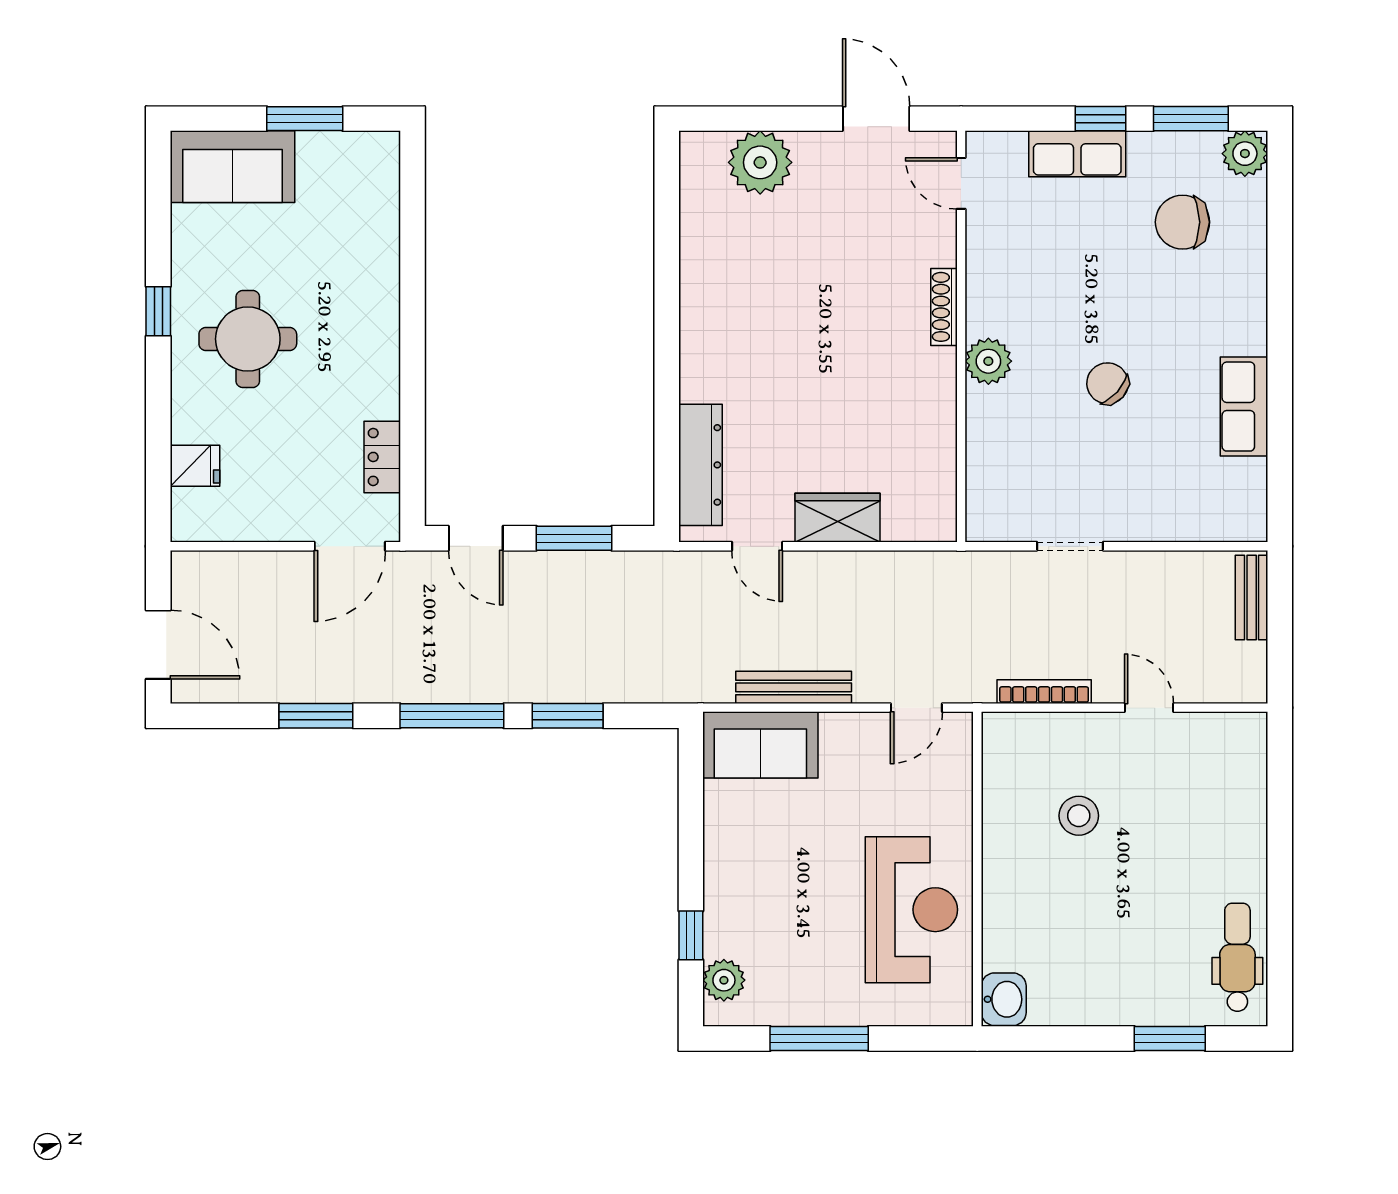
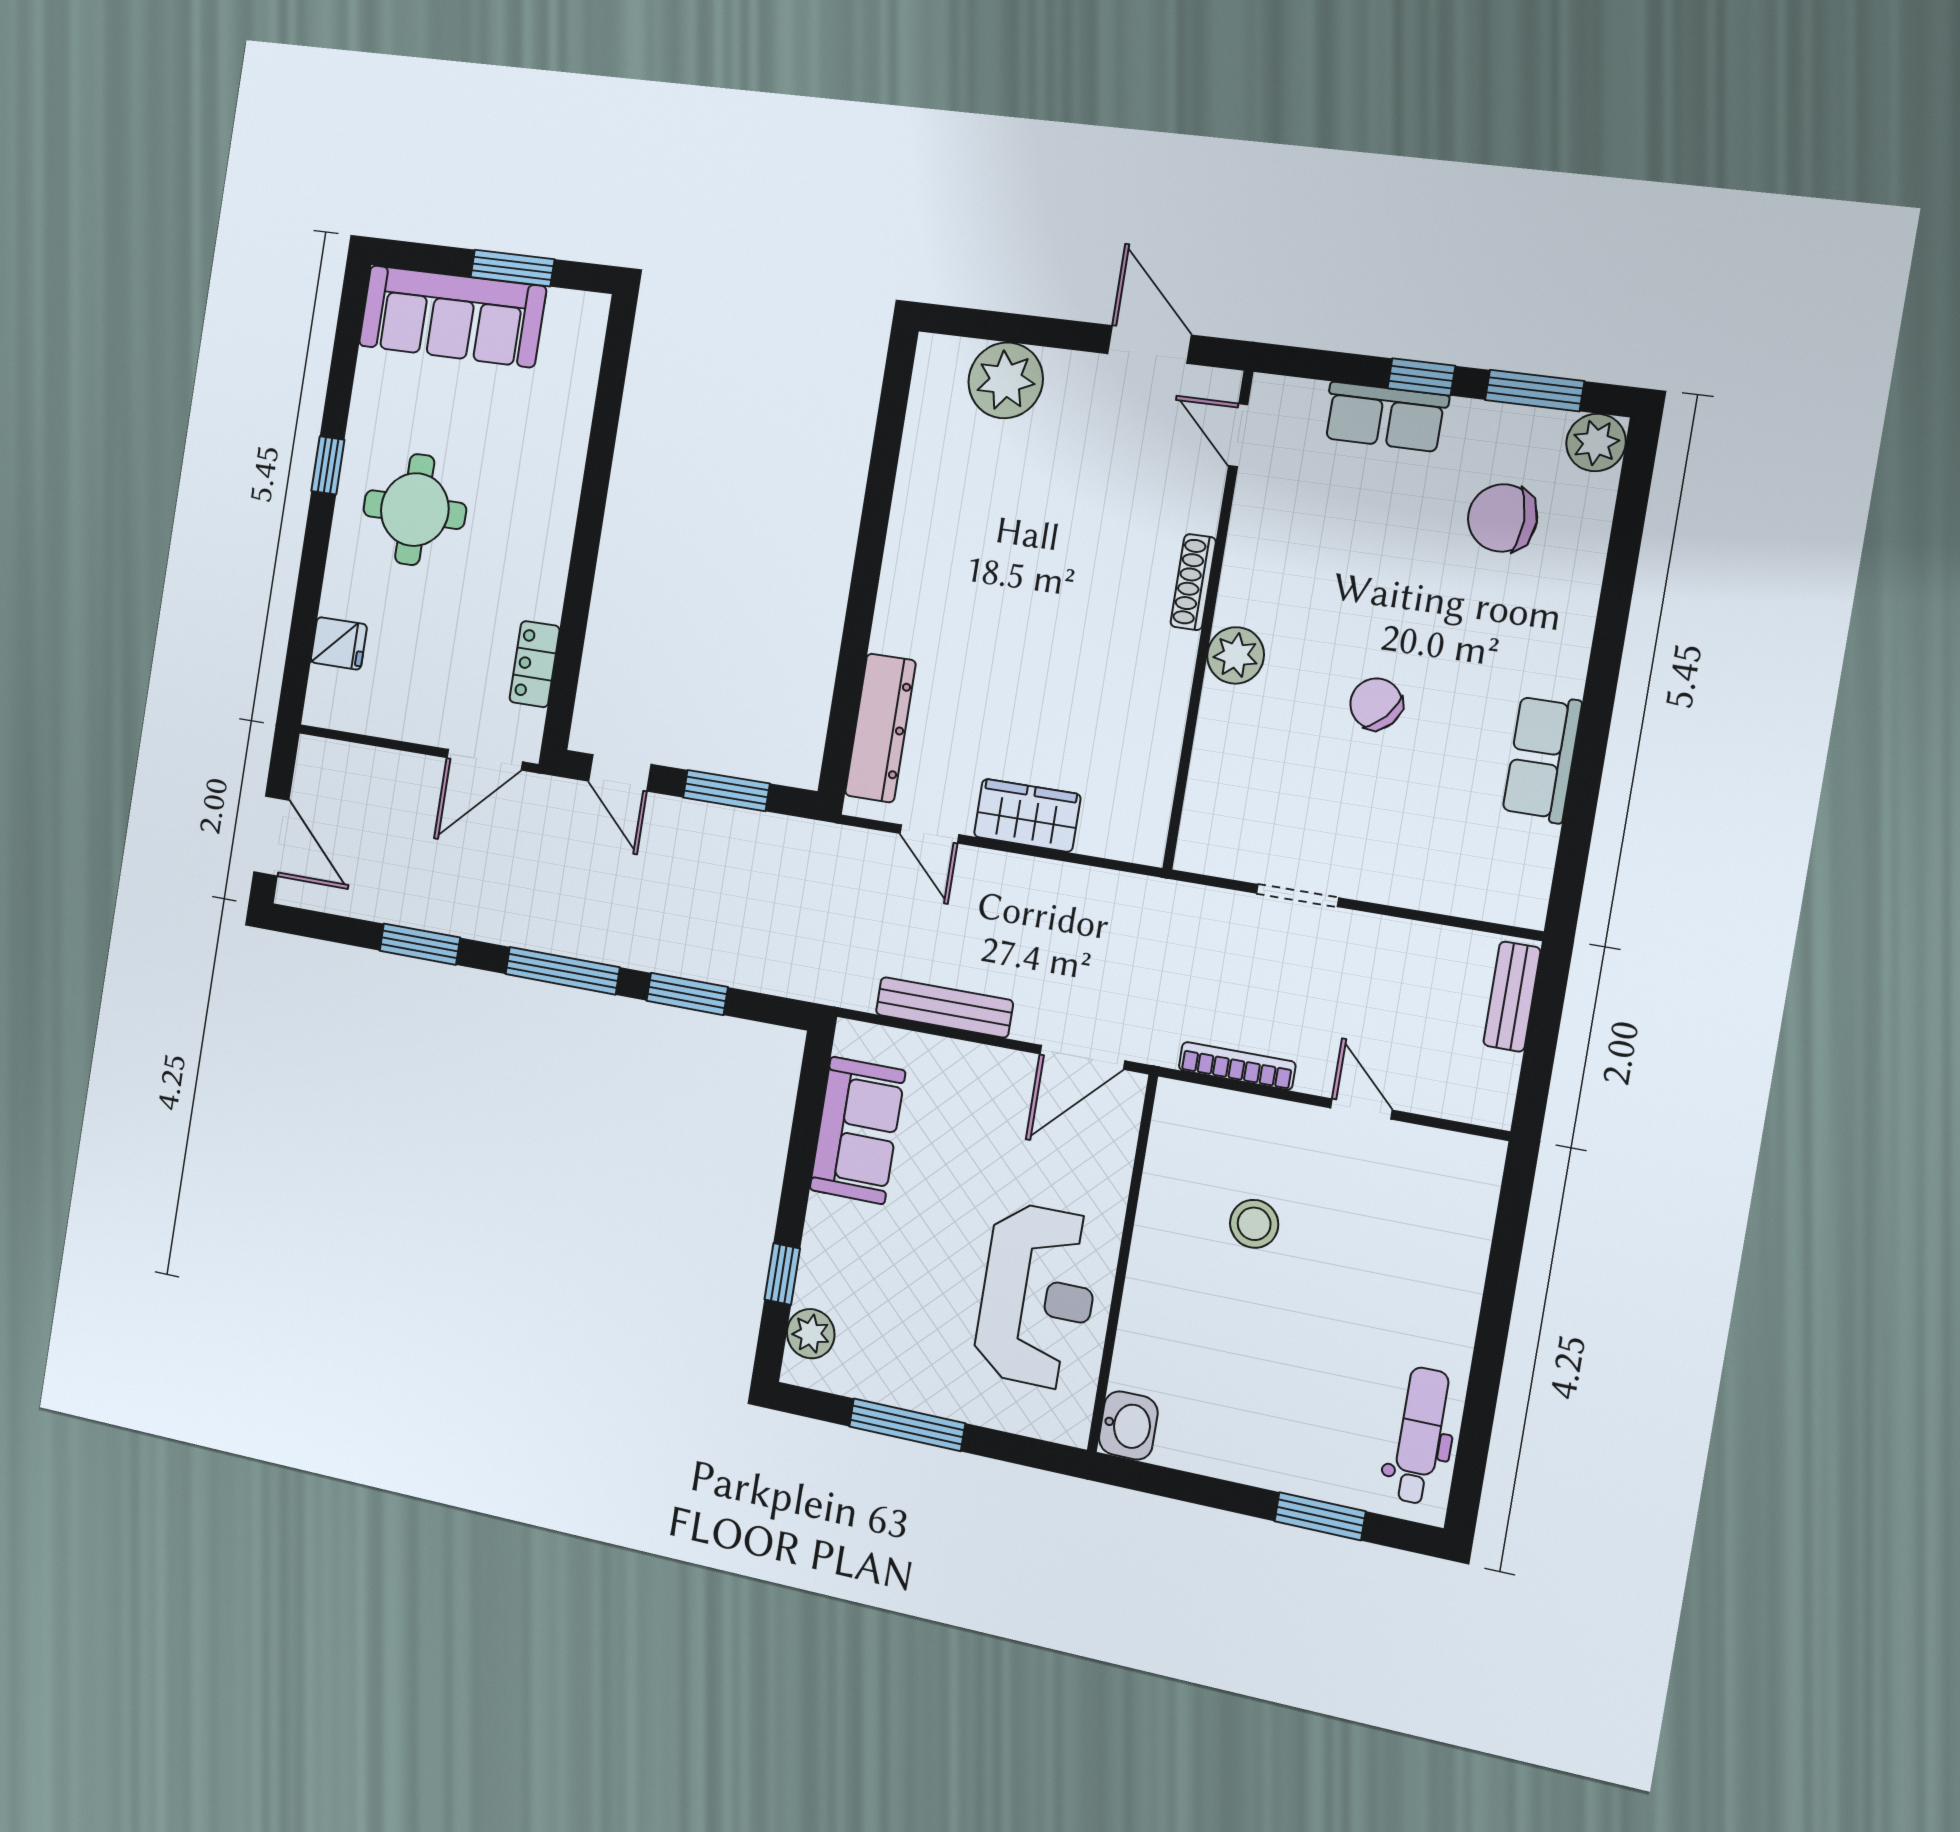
sofa: (233, 167) -> (452, 316), width x1.36
door: (916, 708) -> (1082, 1057), width x1.38
sofa: (760, 745) -> (857, 1130), moved, turned -90

